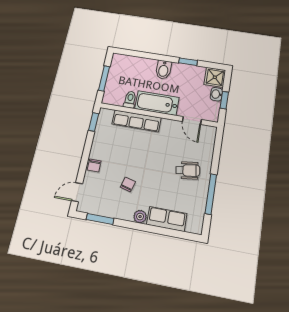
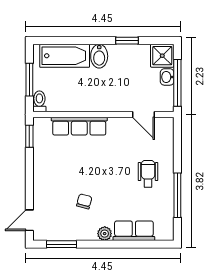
toilet: (130, 100) -> (39, 101), moved
window: (224, 100) -> (177, 83), width x2.17
bathtub: (157, 103) -> (65, 56), moved, turned 180
chair: (94, 165) -> (42, 187), removed
wheelchair: (188, 170) -> (148, 174), turned -82

